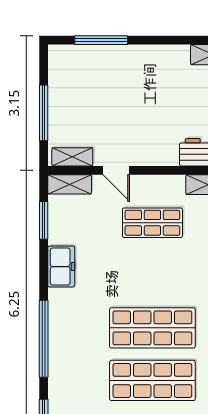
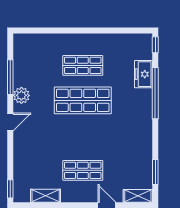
freezer: (61, 267) -> (143, 74), moved
shop shelf: (152, 380) -> (83, 65), width x0.70, depth x0.74

